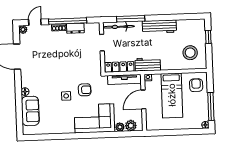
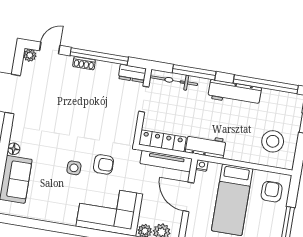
window: (178, 17) -> (266, 84), added
dresser: (75, 28) -> (132, 73), moved
door: (143, 99) -> (188, 197), hinge flipped

